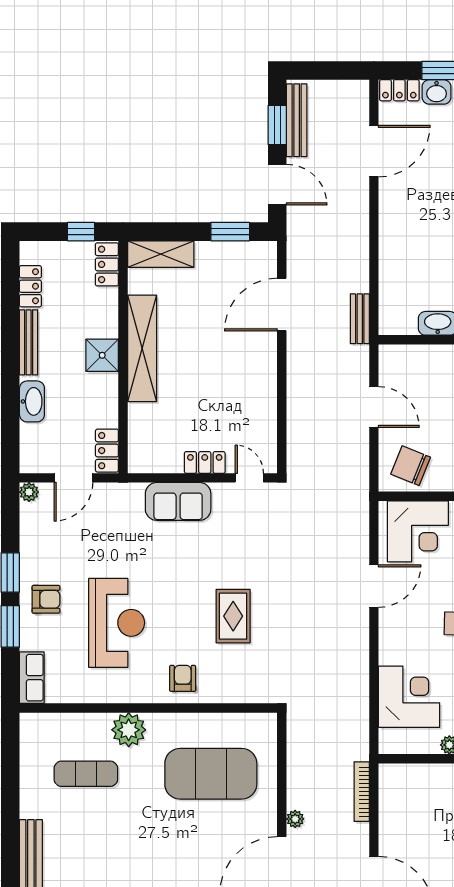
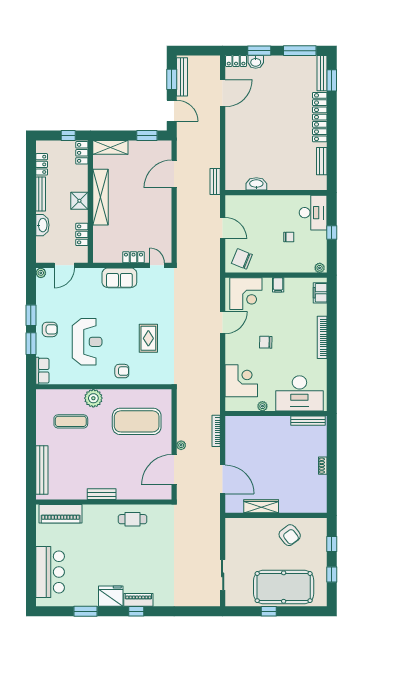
locker: (107, 451) -> (82, 234), moved
armchair: (183, 678) -> (122, 371), turned 90

